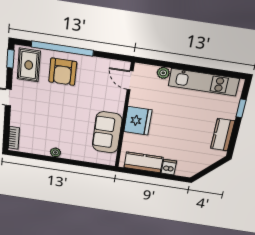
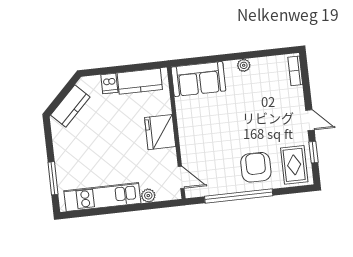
window: (62, 49) -> (239, 196), moved
window: (10, 59) -> (314, 152), moved
window: (241, 108) -> (53, 178), width x1.50
sofa: (107, 132) -> (198, 79), moved, turned 90
kitchen counter: (223, 135) -> (70, 106), moved, turned 45

